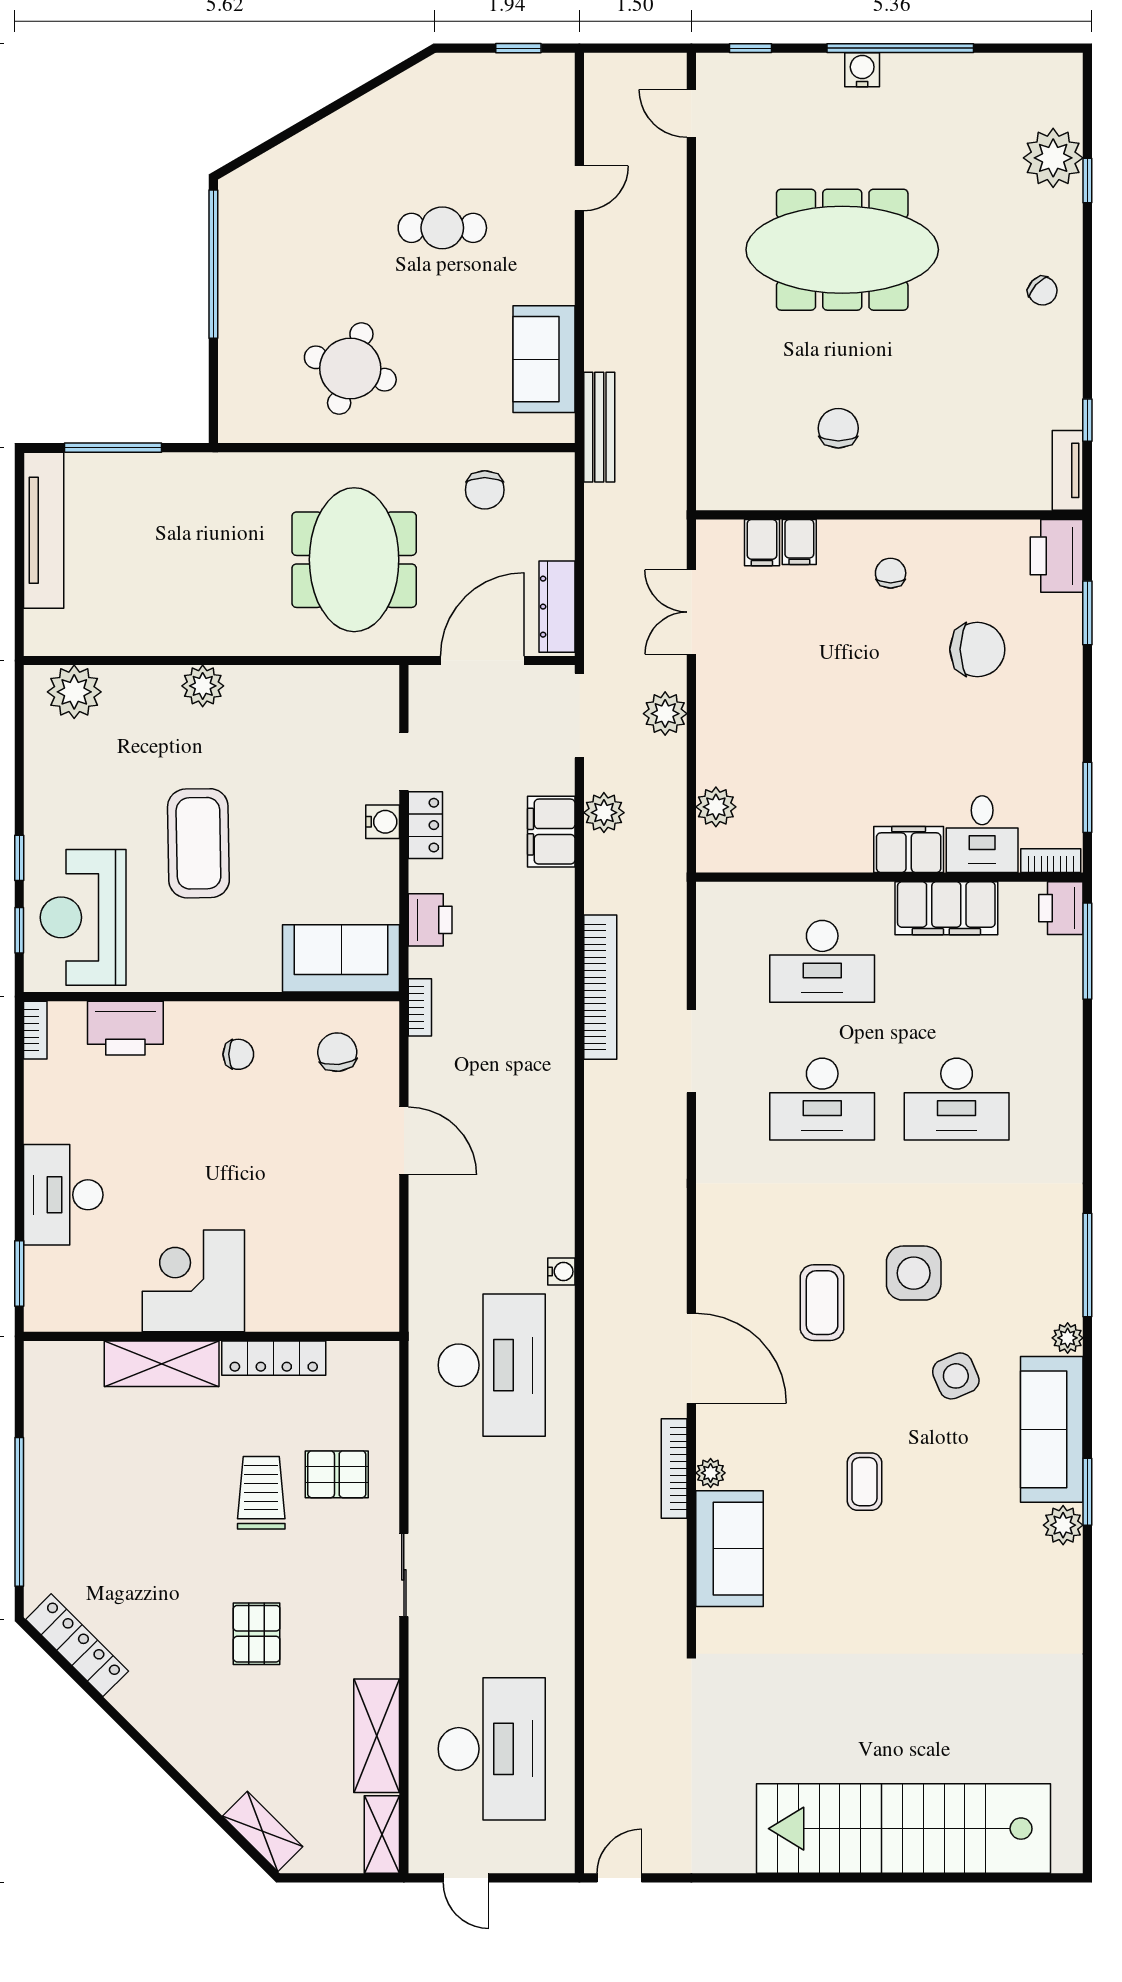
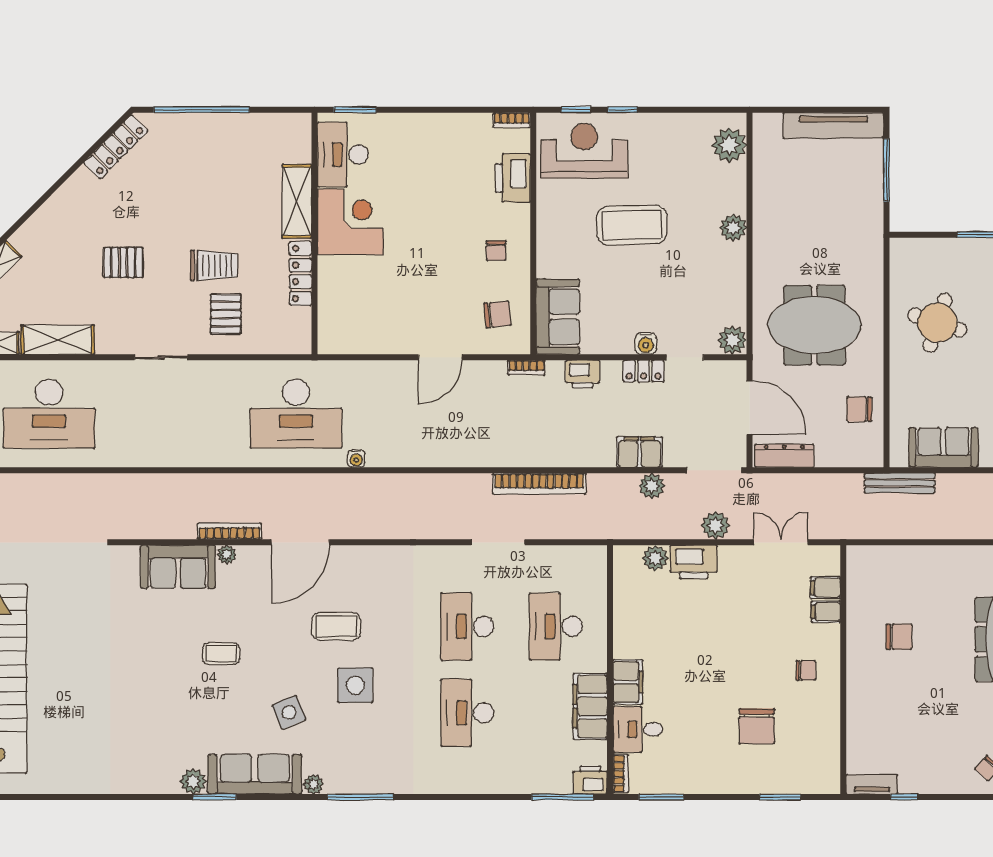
printer: (1057, 556) -> (694, 562), moved, turned 180
plant: (377, 687) -> (732, 340), added
desk: (63, 1195) -> (343, 155), moved, turned -90

